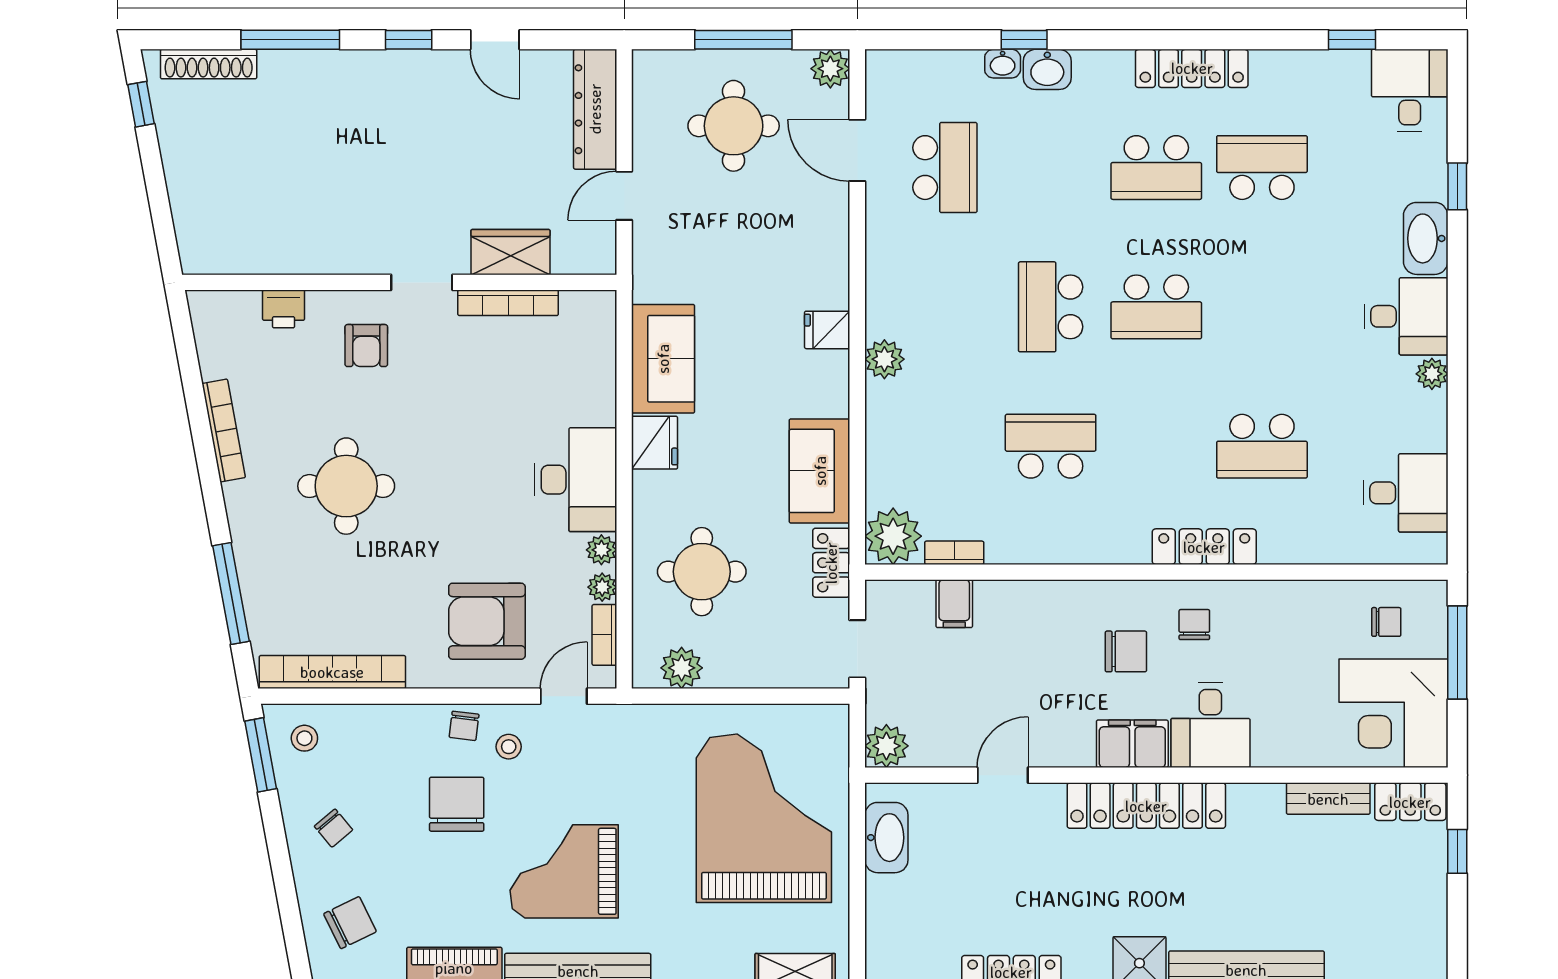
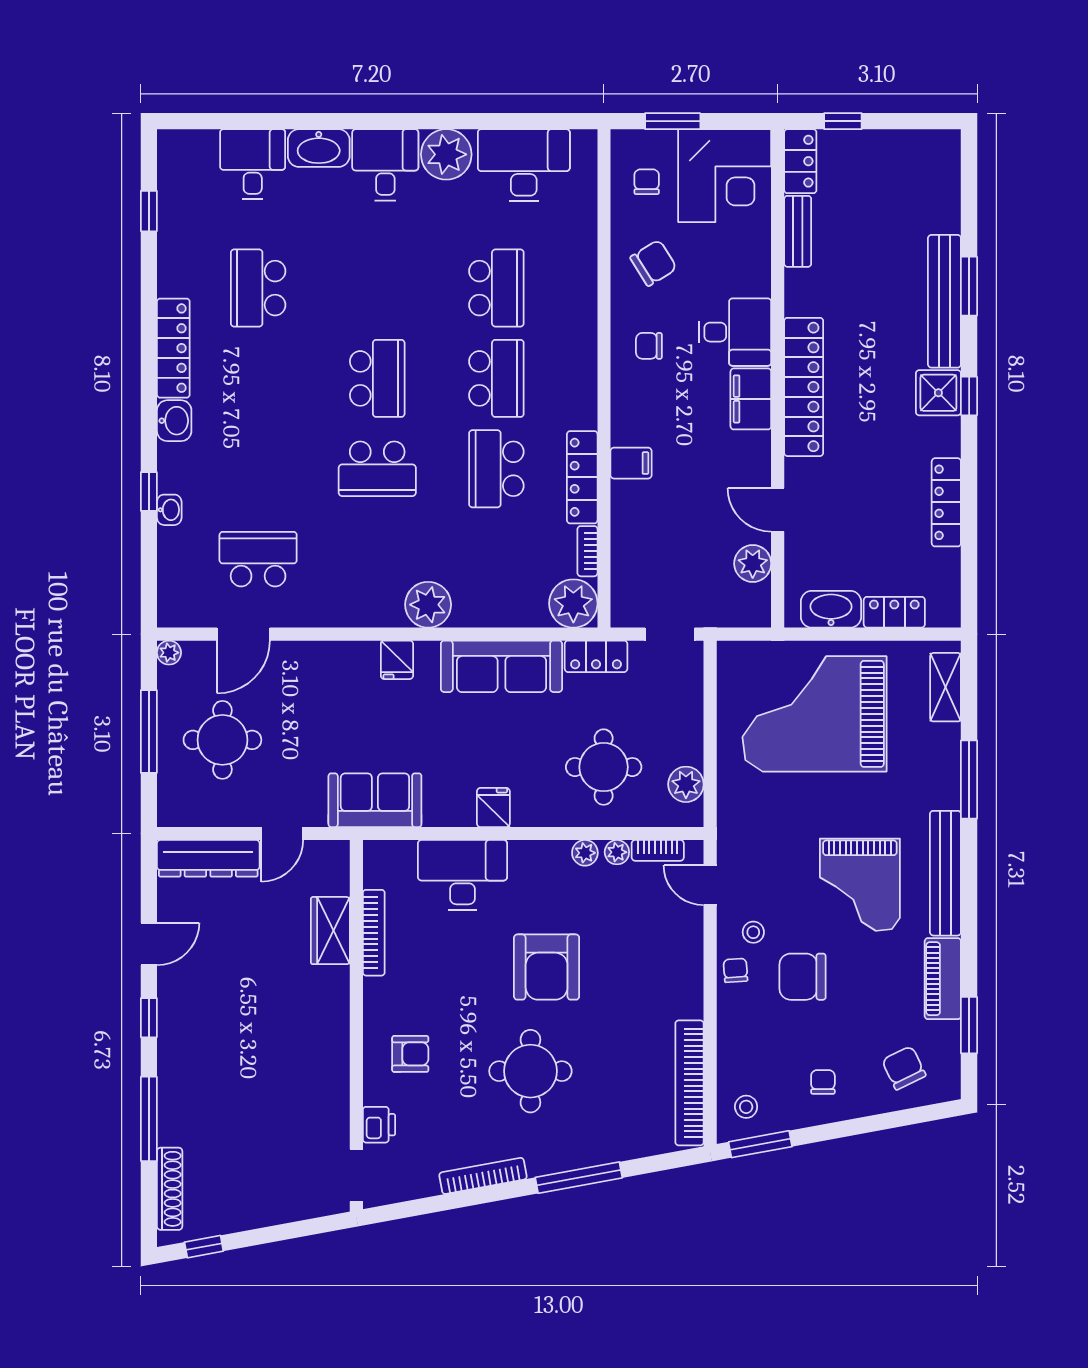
plant: (830, 69) -> (169, 653), width x0.73, depth x0.73
washbasin: (1047, 69) -> (174, 421), moved
desk: (1410, 90) -> (253, 164), moved, turned 90
school desk: (1156, 168) -> (496, 378), moved
window: (1457, 186) -> (274, 121), removed
door: (624, 196) -> (282, 833), hinge flipped
doorway: (422, 282) -> (356, 1175), moved
sofa: (663, 359) -> (375, 800), moved
plant: (884, 359) -> (428, 605), width x1.36, depth x1.36
plant: (1432, 374) -> (446, 154), width x1.88, depth x1.88
fridge: (654, 443) -> (493, 807), width x0.72
sofa: (820, 471) -> (501, 666), width x1.36
desk: (576, 480) -> (462, 875), moved
desk: (1405, 493) -> (524, 165), width x1.37
locker: (1204, 547) -> (582, 477), moved
window: (231, 594) -> (579, 1178), moved
filing cabinet: (954, 604) -> (631, 463), moved
armchair: (487, 621) -> (547, 967), moved
chair: (1126, 651) -> (654, 263), moved, turned 58
window: (1457, 652) -> (673, 121), width x0.69
chair: (464, 726) -> (735, 970), turned -101
plant: (886, 746) -> (753, 564), moved
chair: (333, 828) -> (823, 1082), turned -50
locker: (883, 912) -> (894, 612), added

